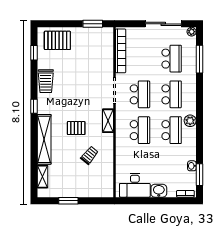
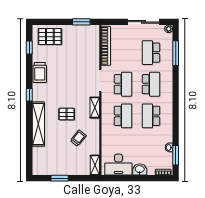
school desk: (172, 59) -> (151, 53), turned 180
plant: (190, 121) -> (167, 108), removed
school desk: (172, 130) -> (151, 116), turned 180
shelving: (42, 177) -> (95, 165), moved

